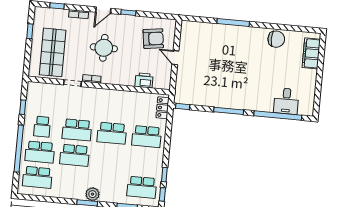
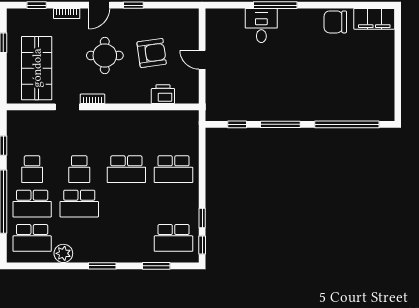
armchair: (153, 39) -> (152, 53), moved
chair: (276, 39) -> (335, 22), turned 180
filing cabinet: (311, 53) -> (374, 19), moved, turned -90
desk: (286, 101) -> (261, 25), moved, turned 180
window: (183, 107) -> (237, 124), moved
locker: (163, 108) -> (191, 129), removed
school desk: (77, 130) -> (79, 169), width x0.54
plant: (93, 194) -> (63, 253), moved

